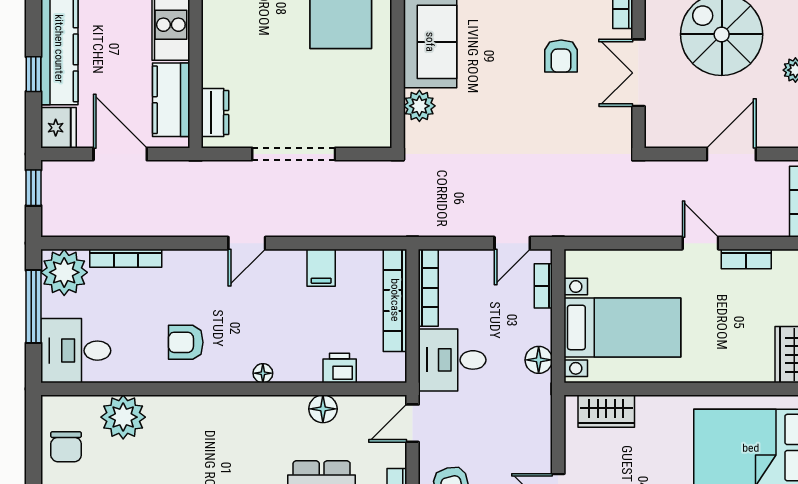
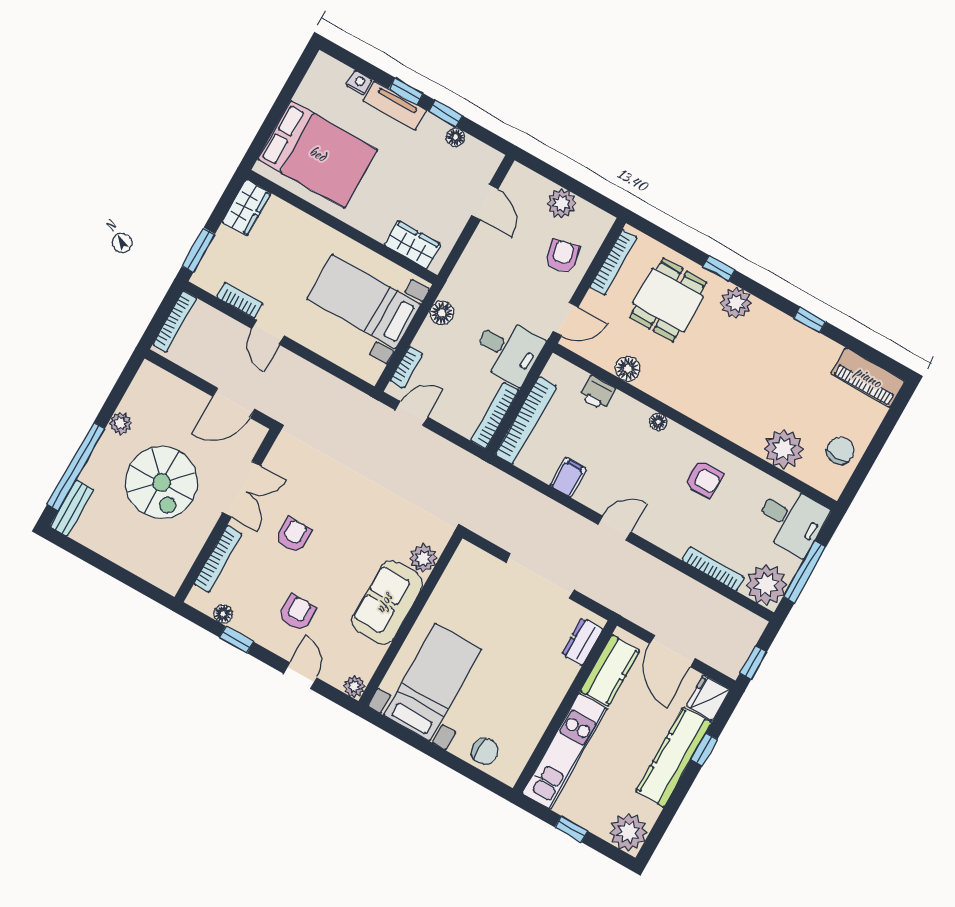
door: (731, 154) -> (234, 403), moved

